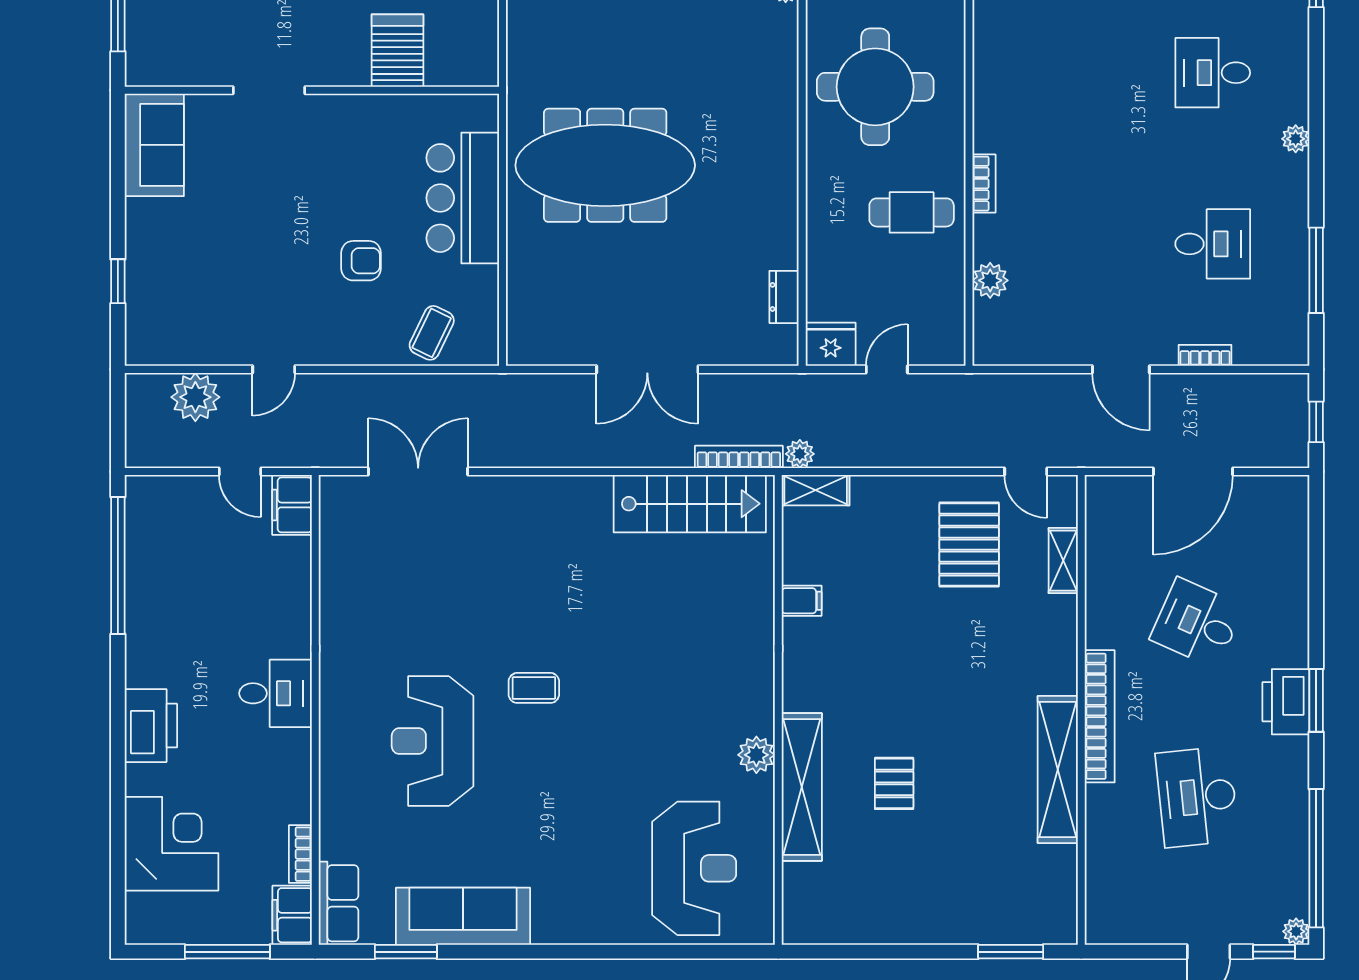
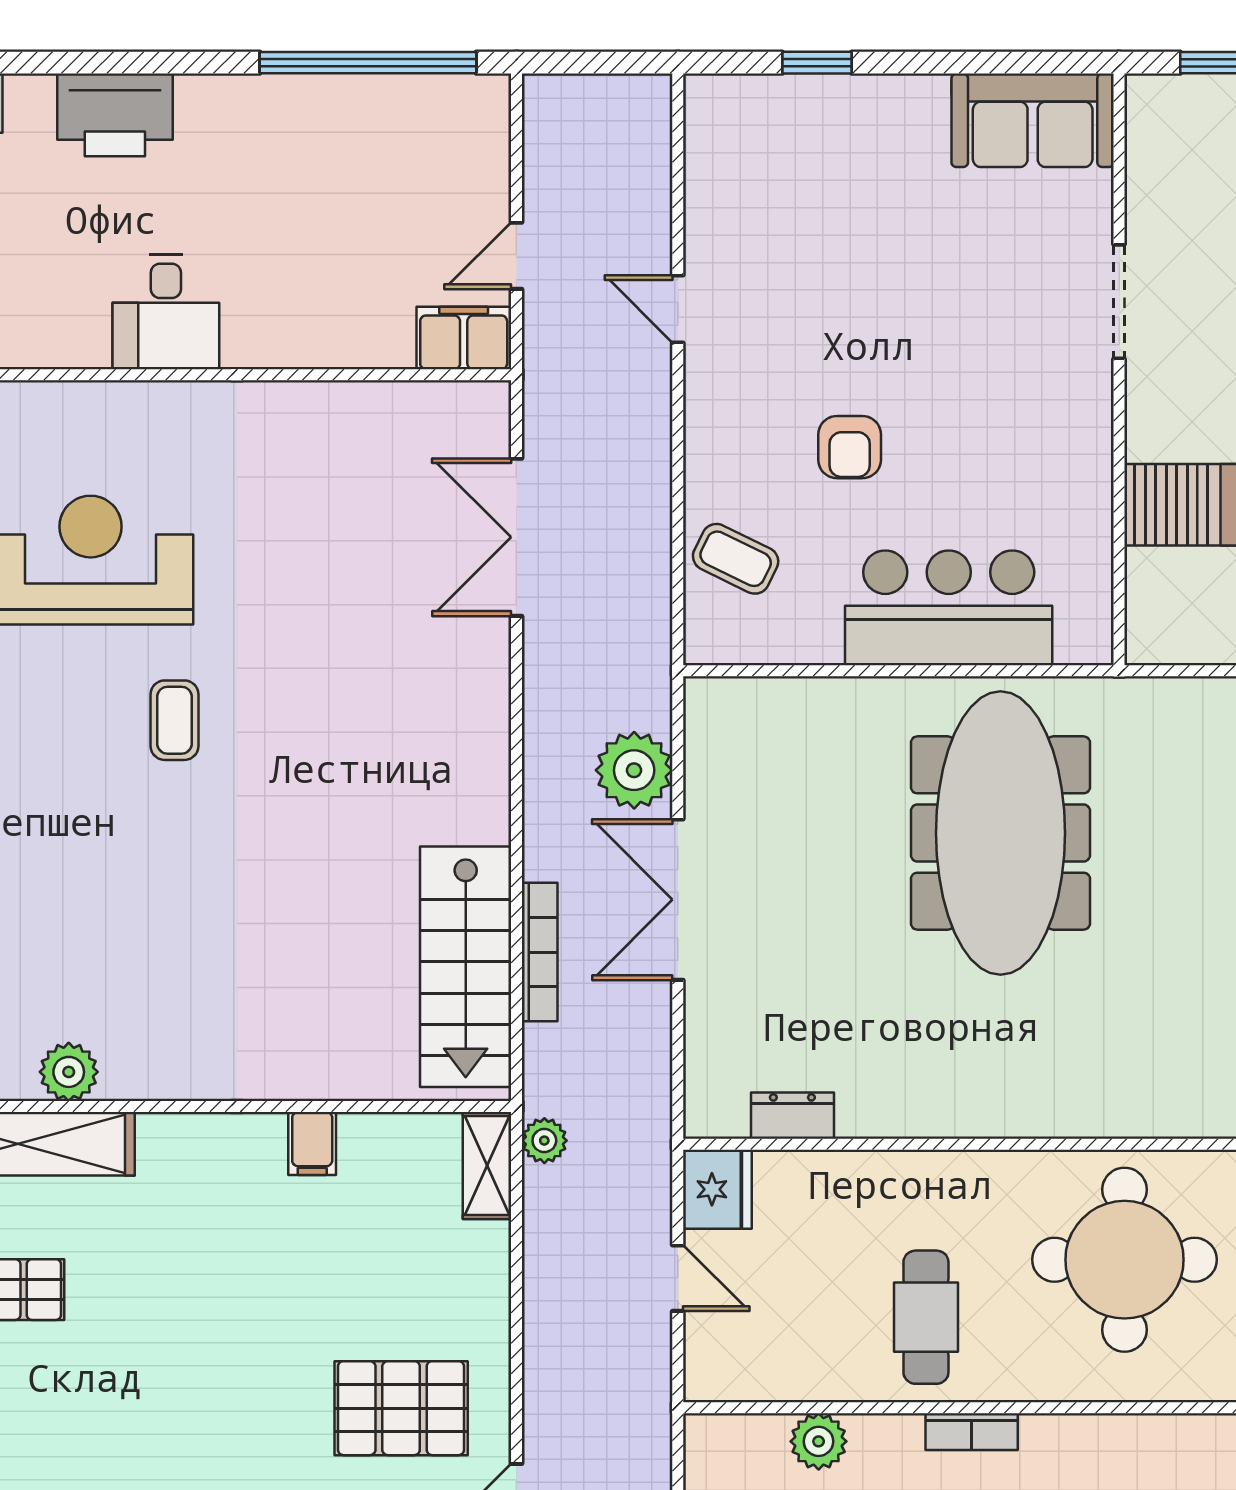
plant: (195, 397) -> (634, 770), moved
bookcase: (739, 457) -> (540, 952), moved
double door: (418, 472) -> (516, 537), swing flipped

